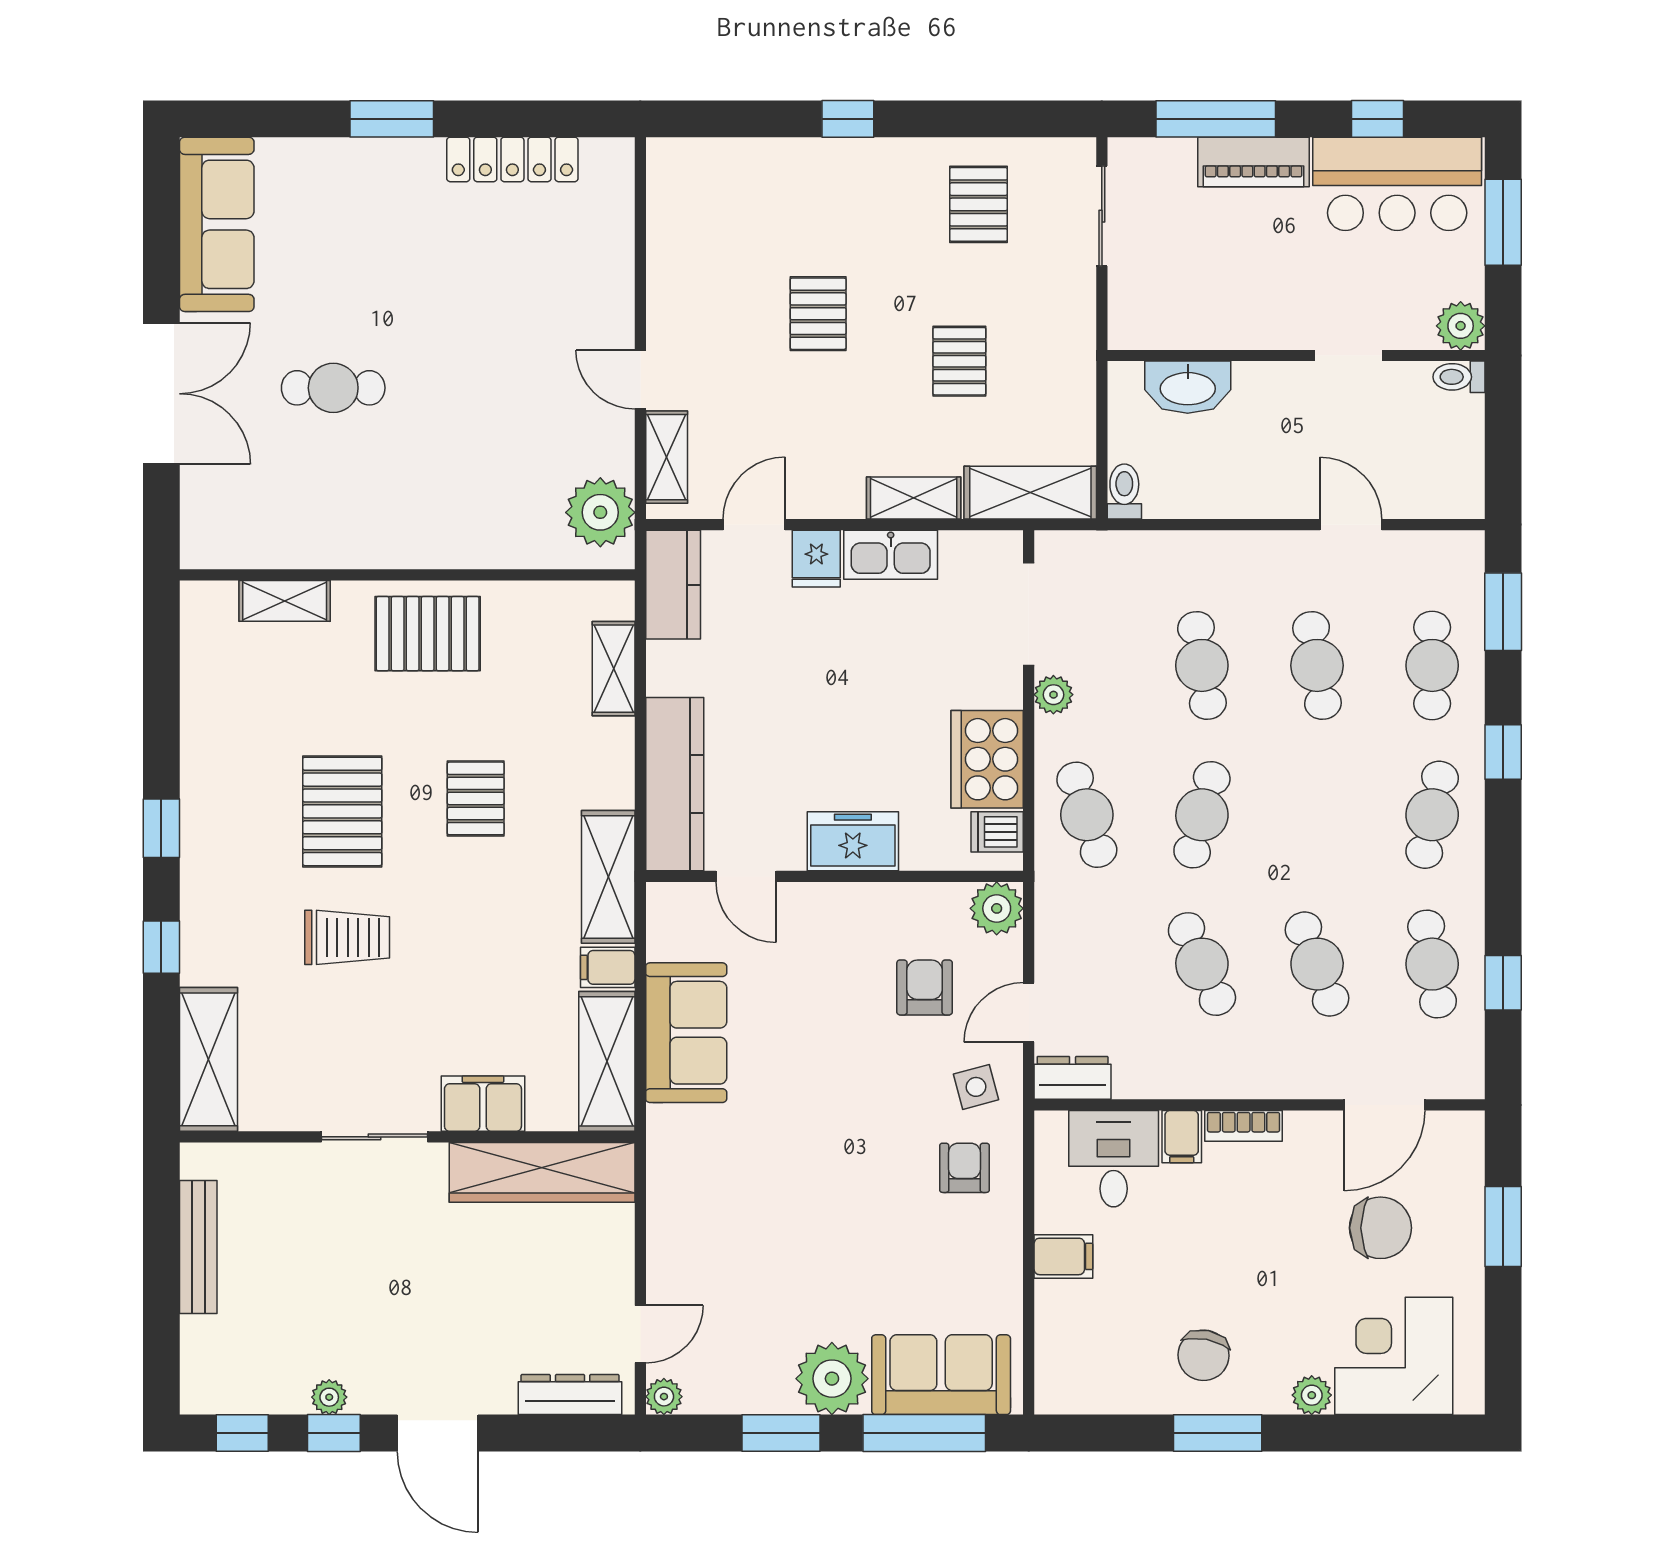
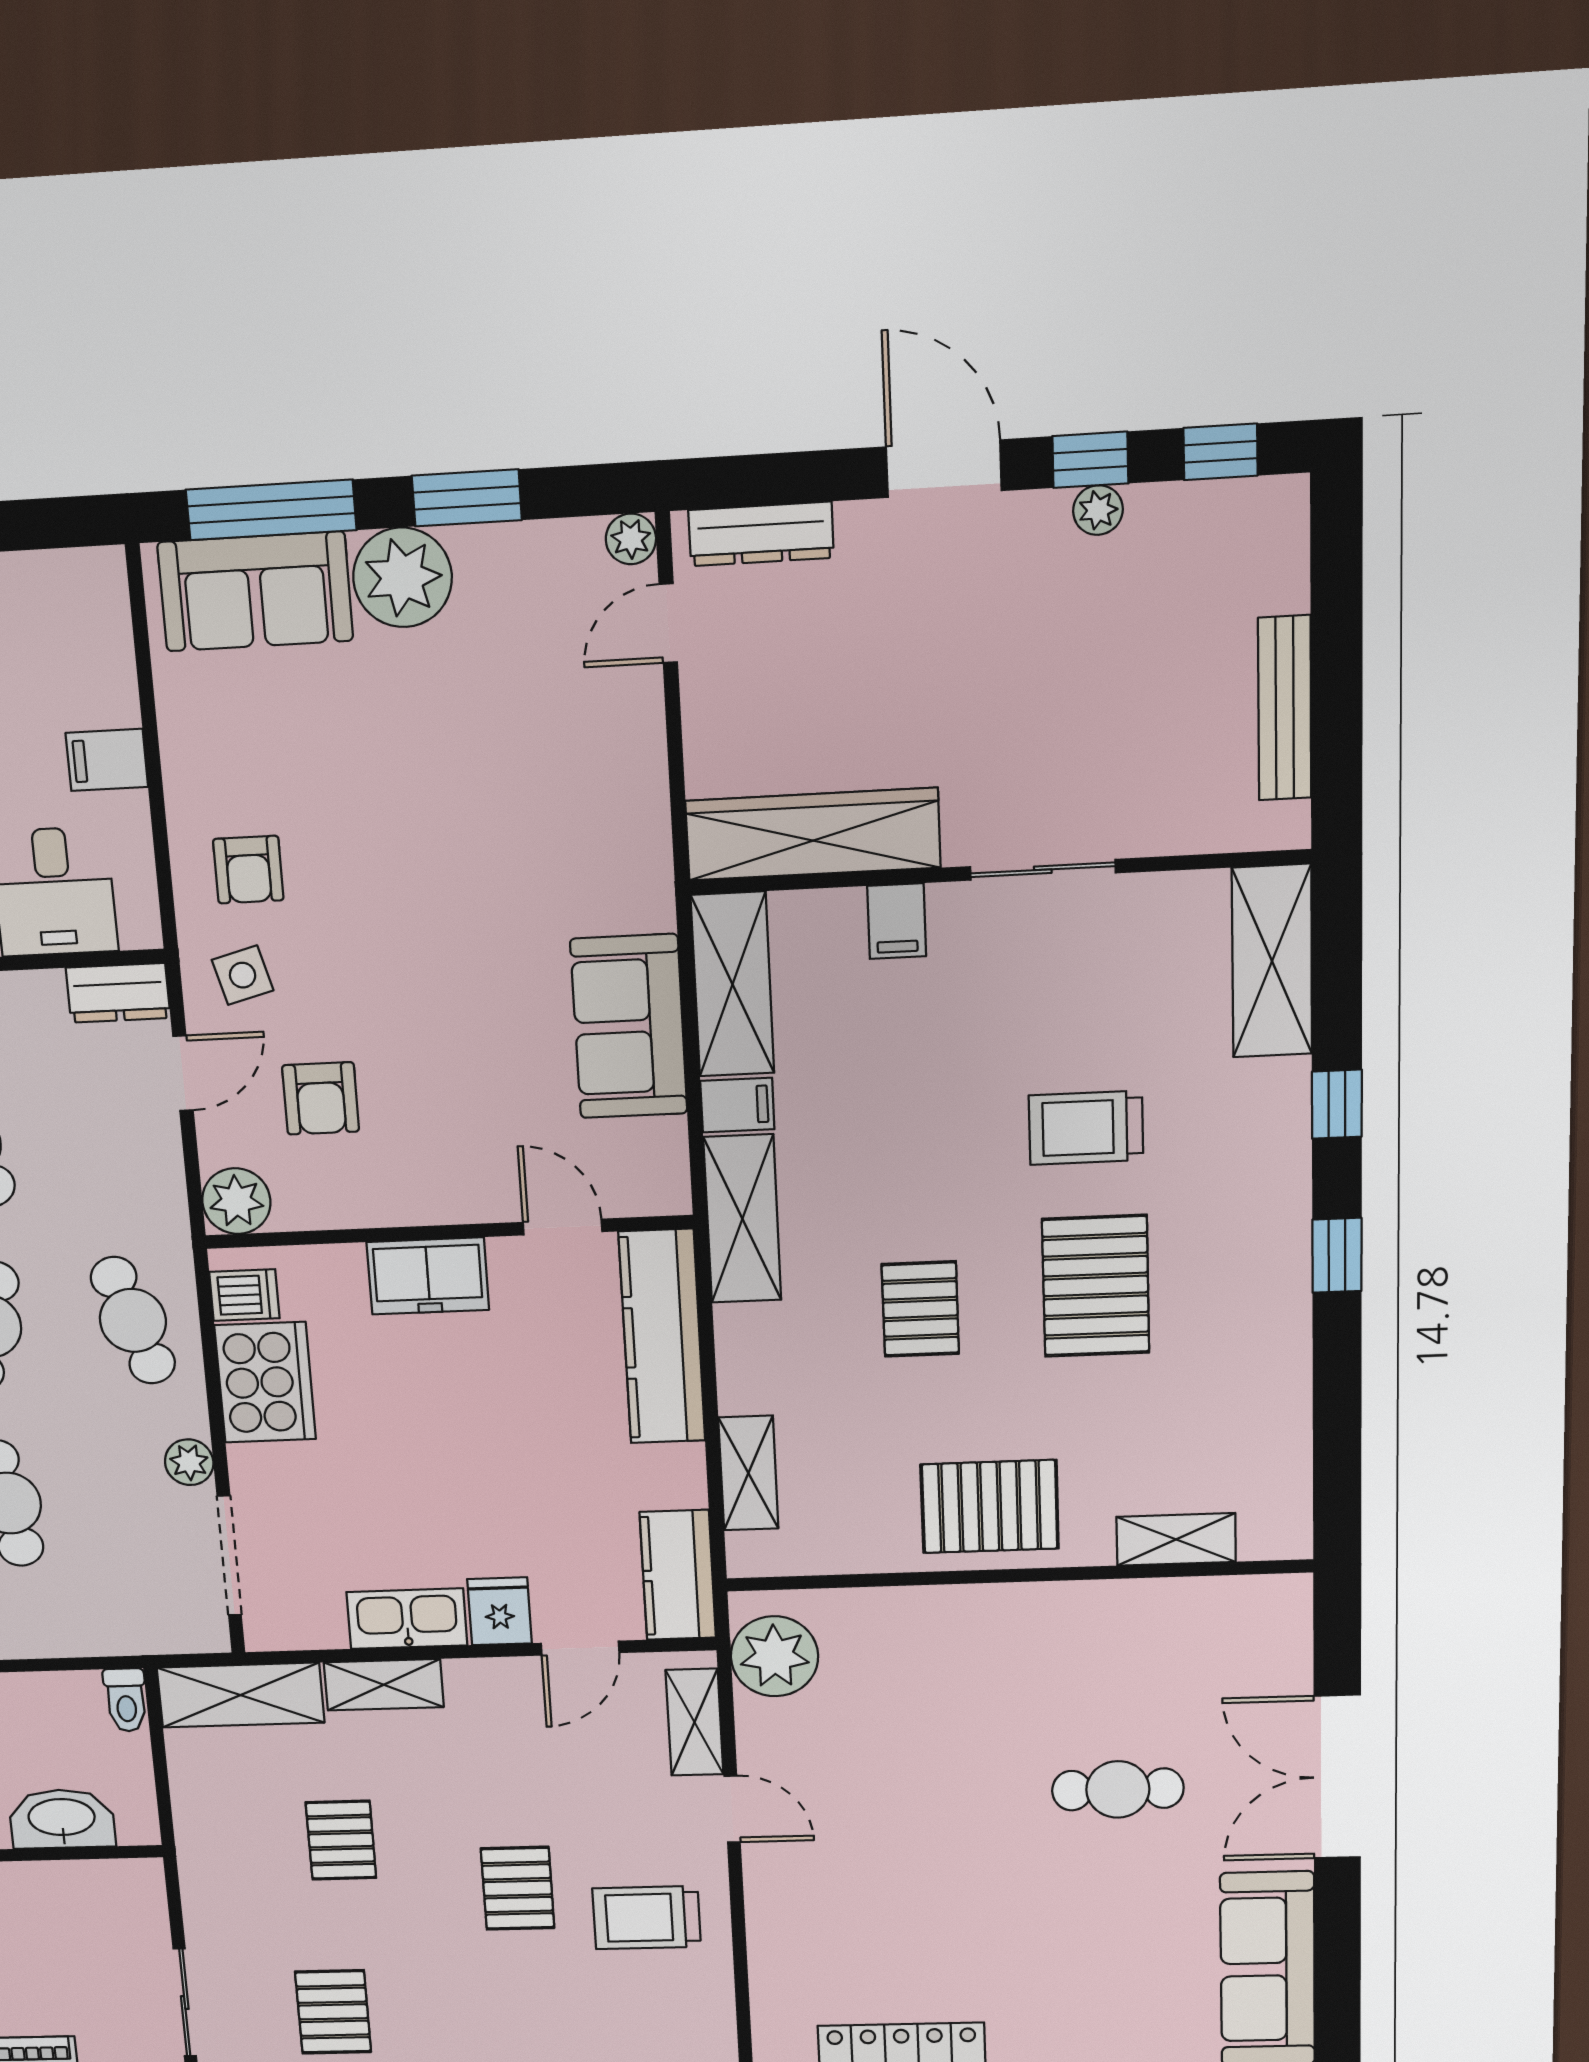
trolley: (714, 284) -> (647, 1918), added
filing cabinet: (483, 1104) -> (897, 921), width x0.50

